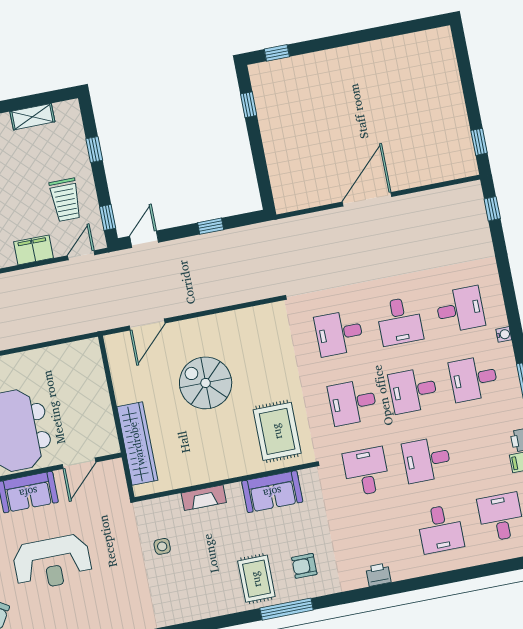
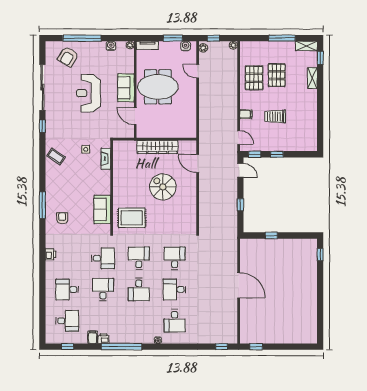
window: (249, 105) -> (271, 236), moved
shelving: (32, 117) -> (312, 127), removed
window: (94, 150) -> (277, 154), moved
trolley: (65, 200) -> (275, 116), moved
filing cabinet: (33, 250) -> (246, 114), width x0.50
desk: (474, 379) -> (139, 321), removed
spiral stairs: (206, 383) -> (163, 187), turned -90
desk: (413, 390) -> (139, 290), turned 180
wardrobe: (137, 444) -> (157, 147), moved
fireplace: (204, 498) -> (106, 159), moved
rug: (256, 579) -> (60, 193), removed
coffee table: (187, 601) -> (56, 156), added

